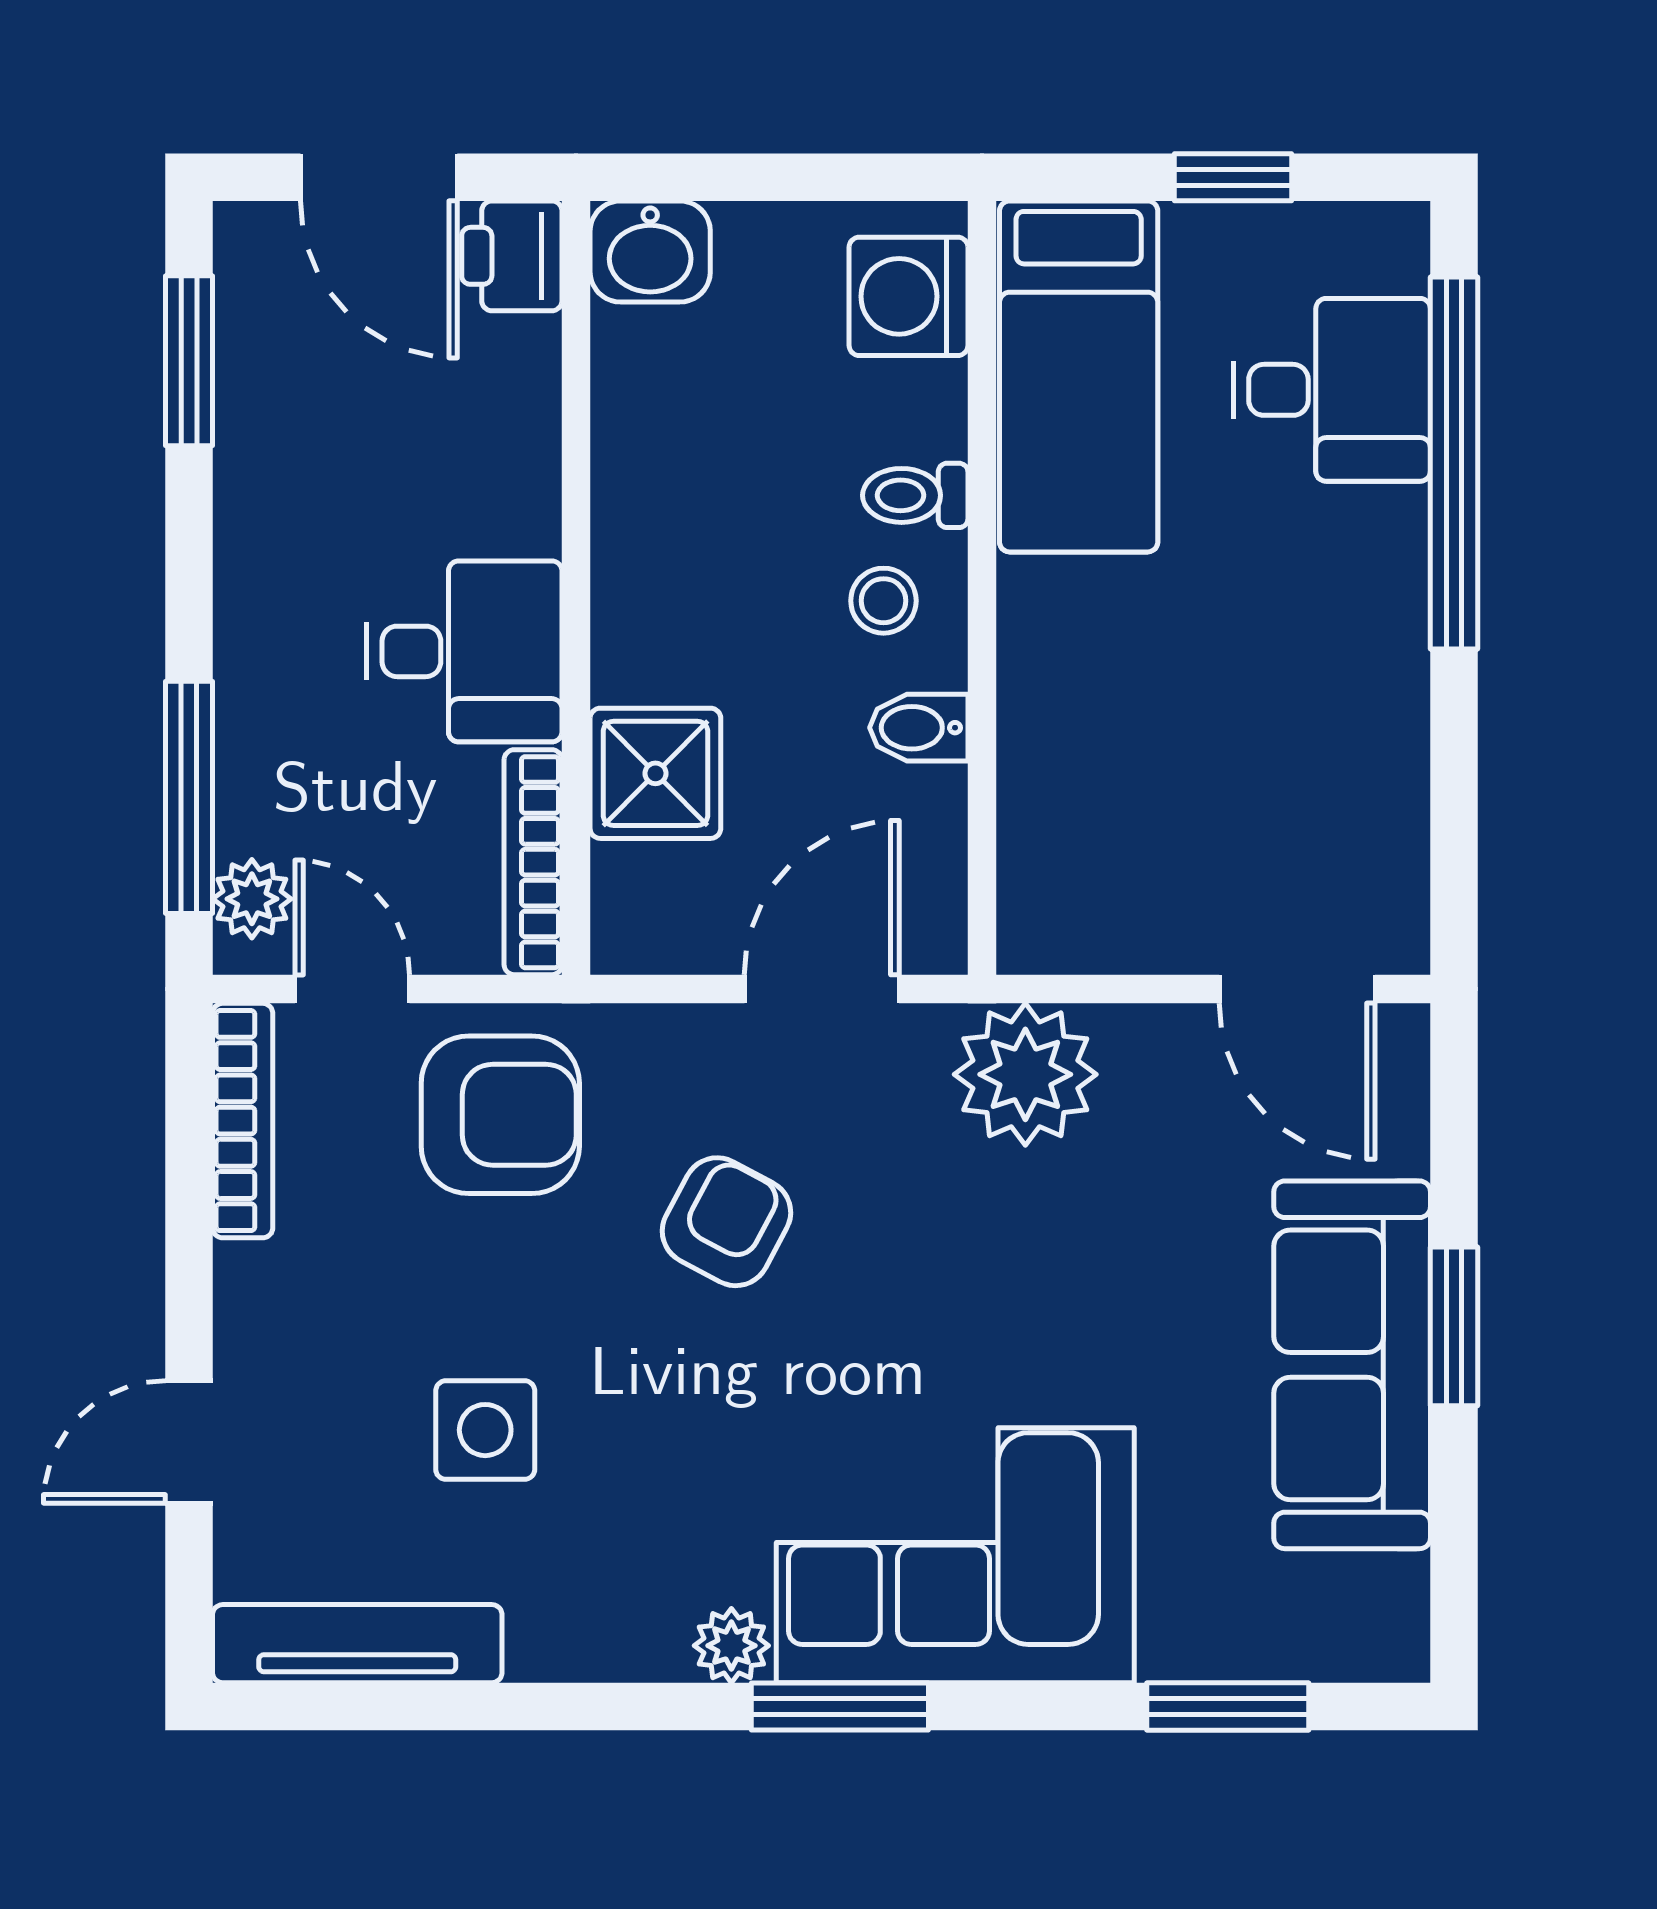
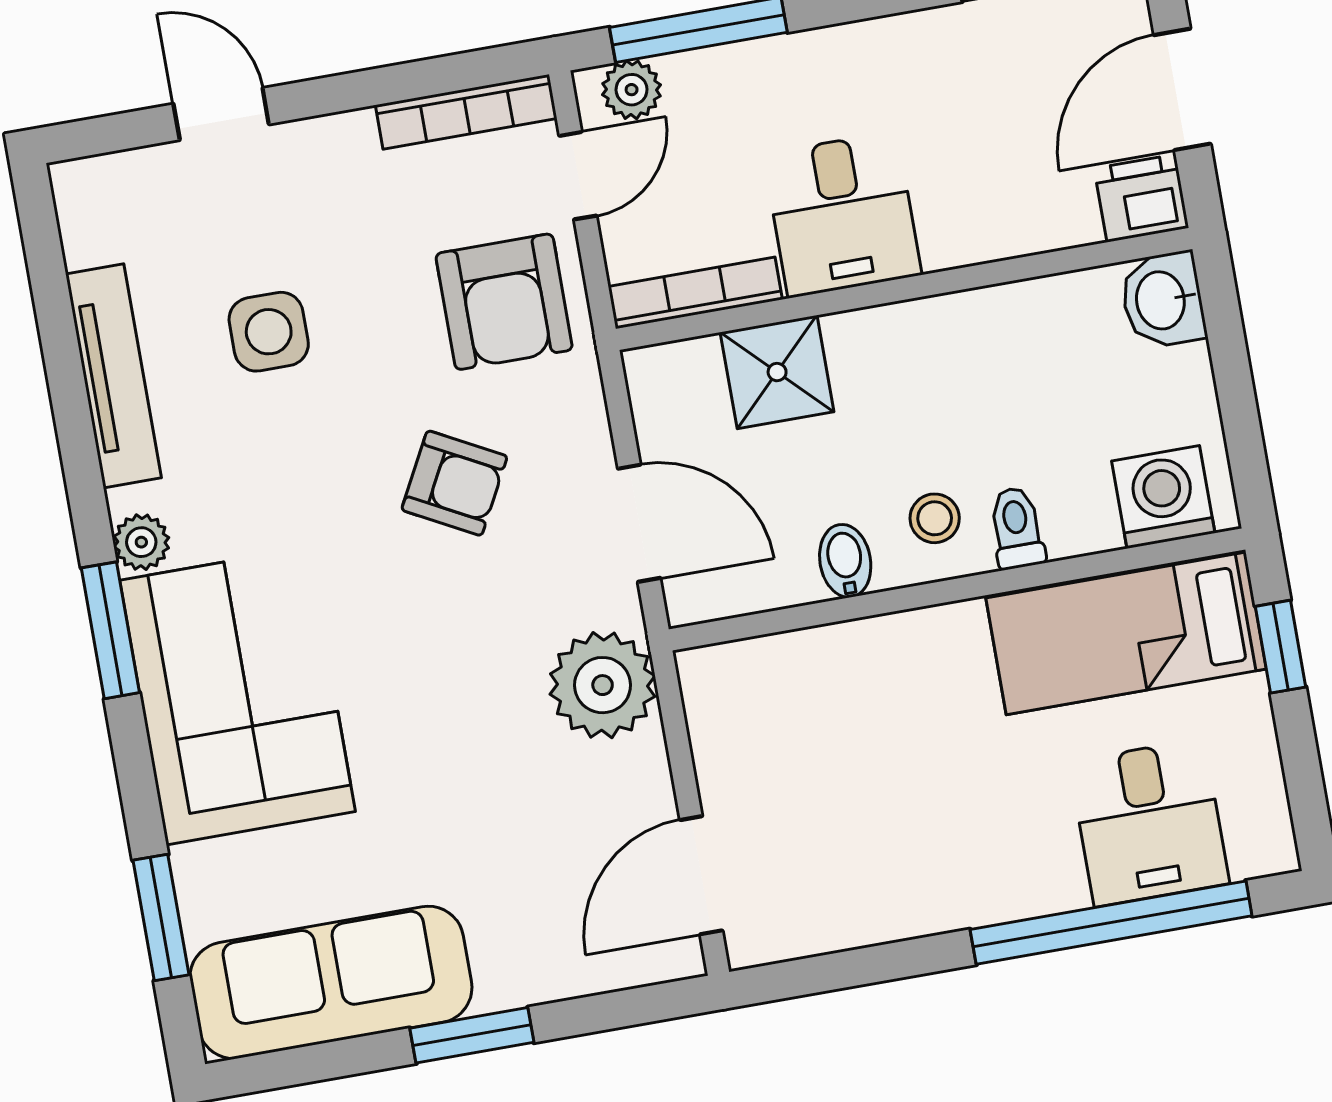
window: (1233, 177) -> (1281, 647), moved
sofa: (1352, 1365) -> (331, 982), moved
tv unit: (357, 1644) -> (113, 376), moved

